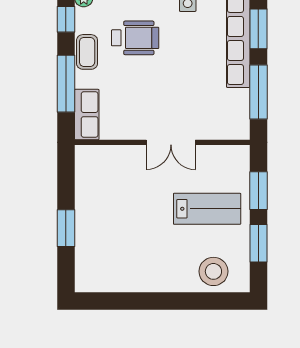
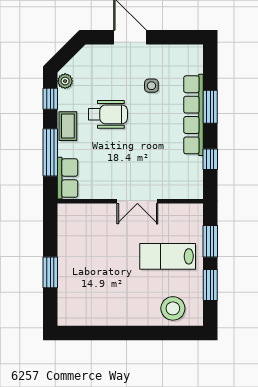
window: (258, 92) -> (210, 159), width x0.46
lab bench: (207, 209) -> (168, 256), turned 180

